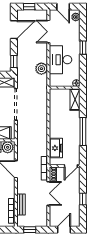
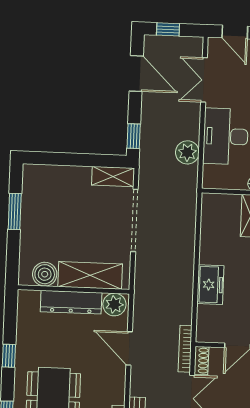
door: (14, 30) -> (136, 73), hinge flipped
freezer: (56, 148) -> (210, 285), moved

